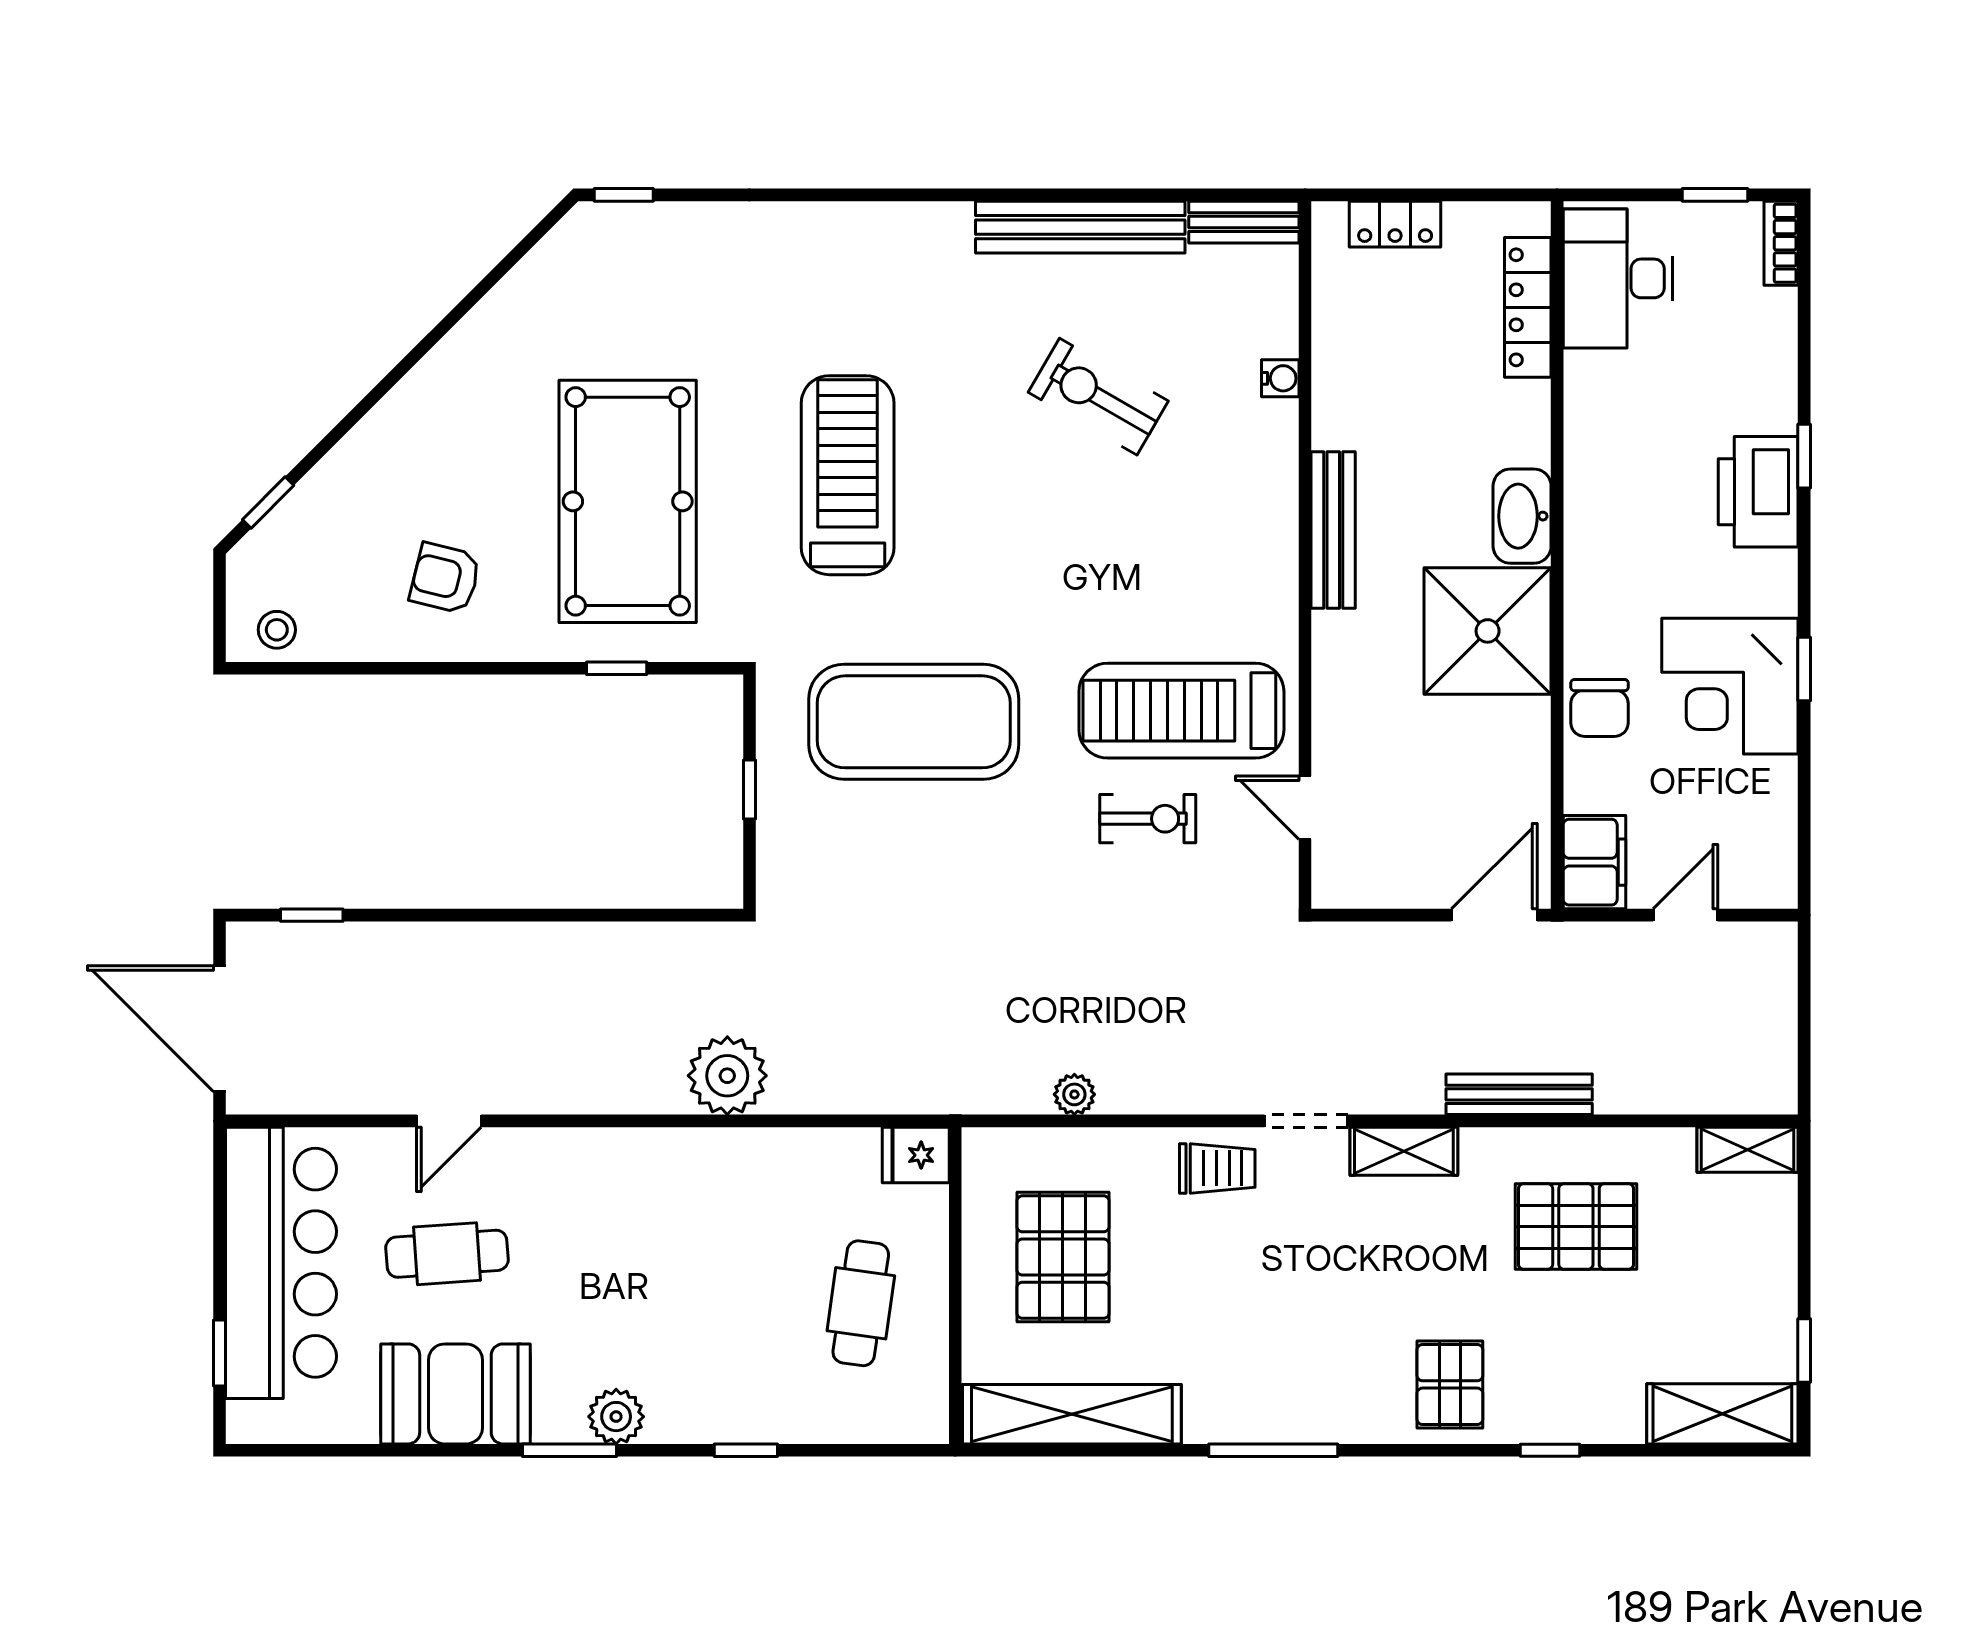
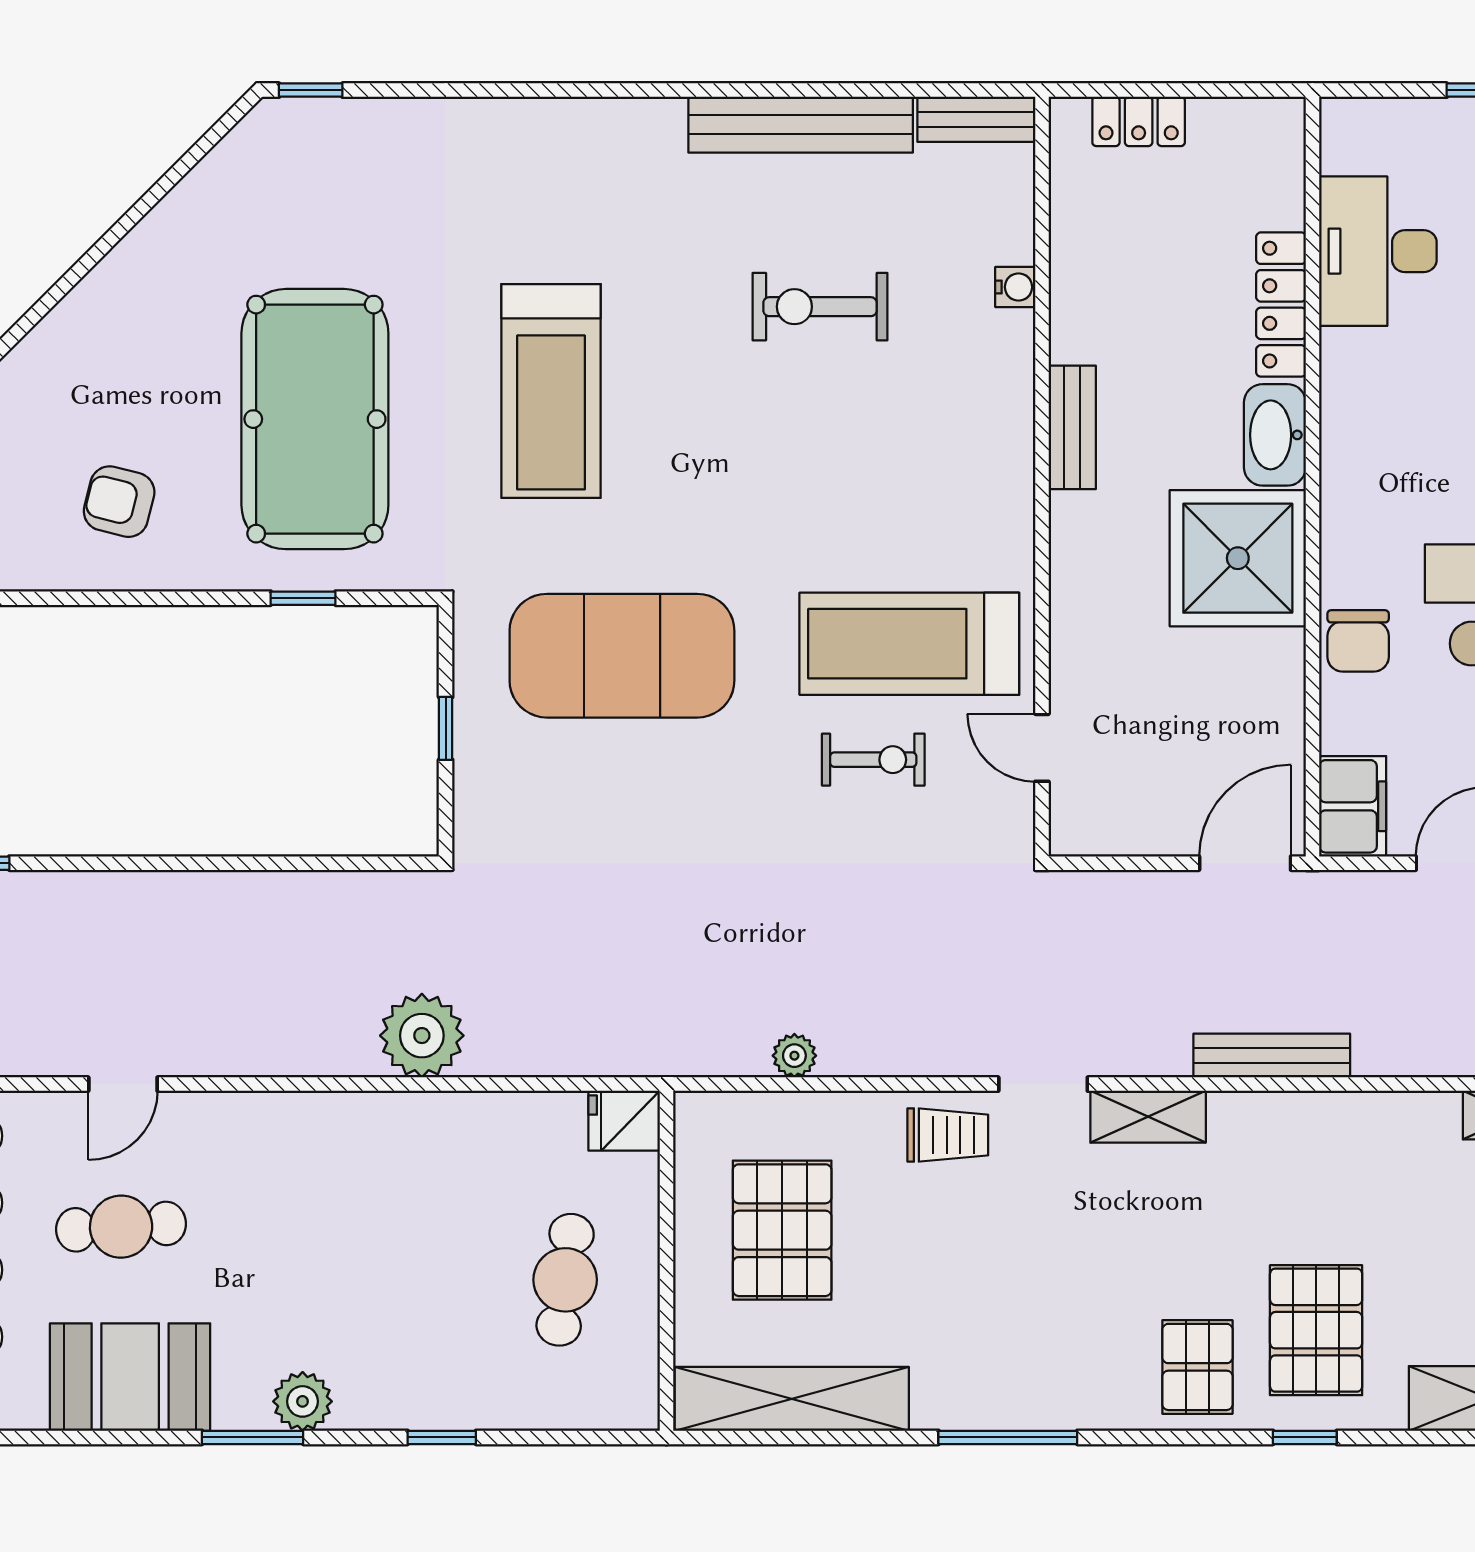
desk: (1618, 278) -> (1378, 251), moved
locker: (1528, 307) -> (1281, 305), moved
exercise bike: (1098, 397) -> (820, 307), turned -30
treadmill: (848, 475) -> (551, 391), turned 180
bench: (1333, 530) -> (1072, 427), width x0.73
pallet: (1576, 1227) -> (1316, 1330), moved, turned 90

